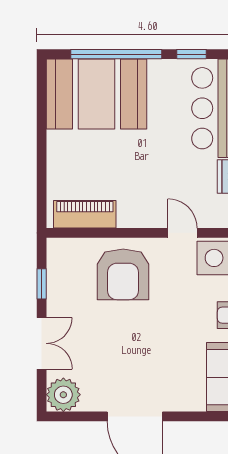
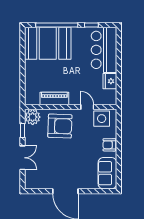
piano: (85, 214) -> (54, 98), moved
armchair: (123, 274) -> (60, 126), turned -88
plant: (63, 395) -> (33, 117), moved

